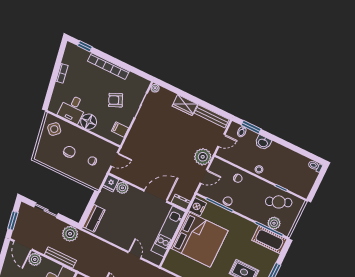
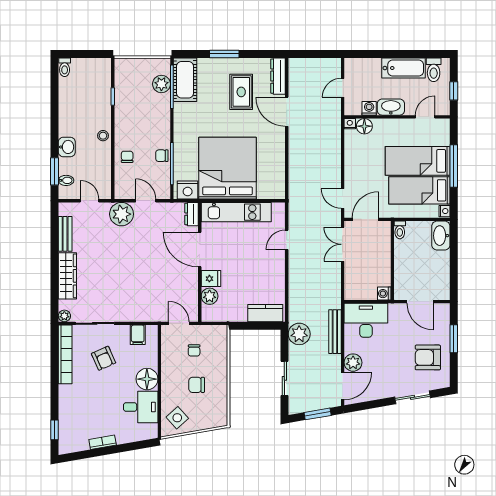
bookcase: (108, 66) -> (65, 354), moved
wardrobe: (185, 105) -> (67, 276), width x1.50
bench: (212, 116) -> (65, 234), width x0.73
fridge: (111, 183) -> (211, 279), moved
cafe table: (279, 202) -> (132, 91), removed

